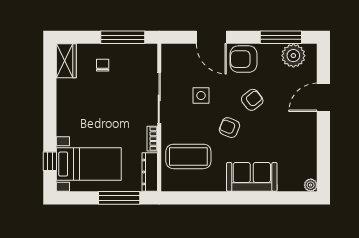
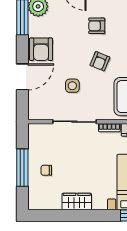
window: (123, 37) -> (22, 168), moved
wardrobe: (66, 61) -> (77, 202), moved
armchair: (252, 100) -> (97, 26), moved, turned -52

